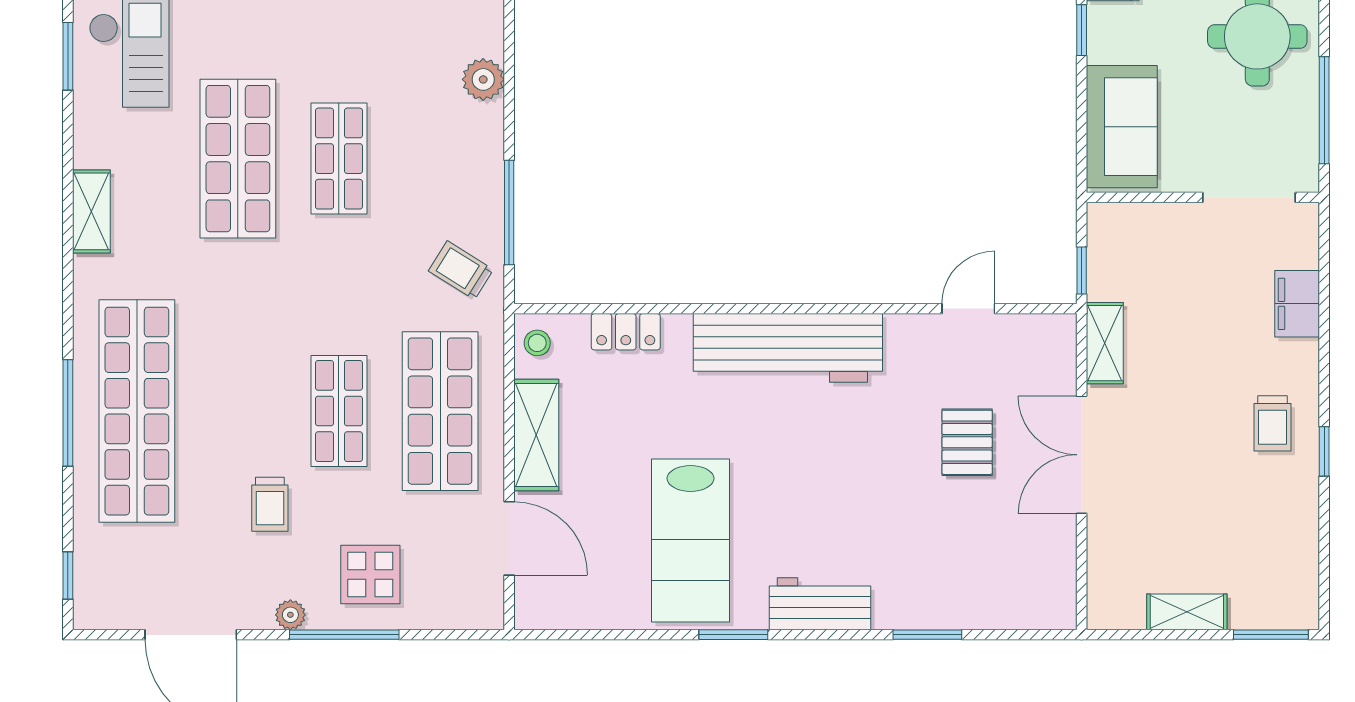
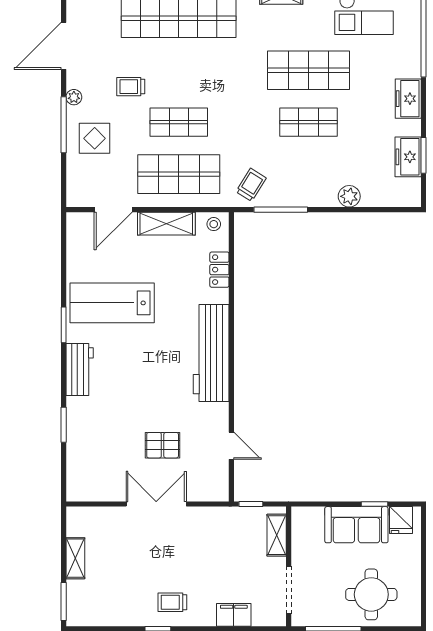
sofa: (1122, 127) -> (356, 525), moved
shelving: (1105, 343) -> (277, 535), moved, turned 90

